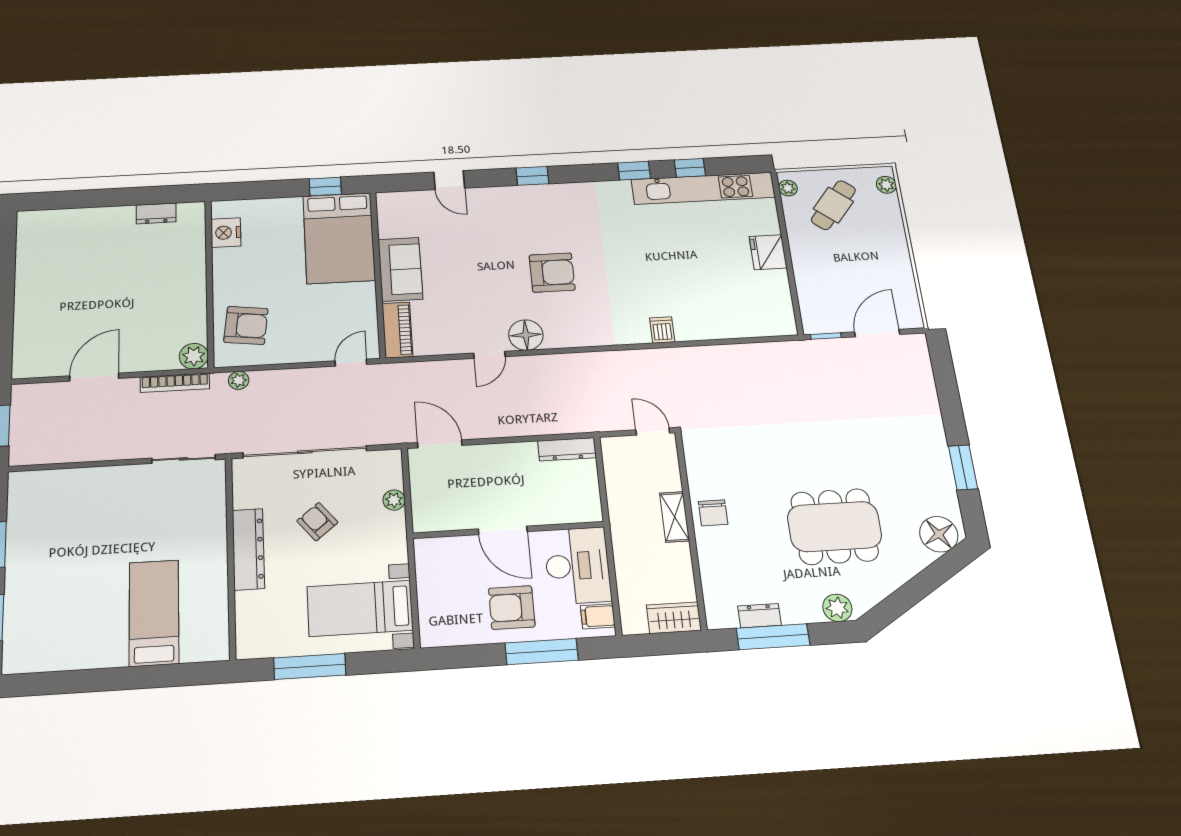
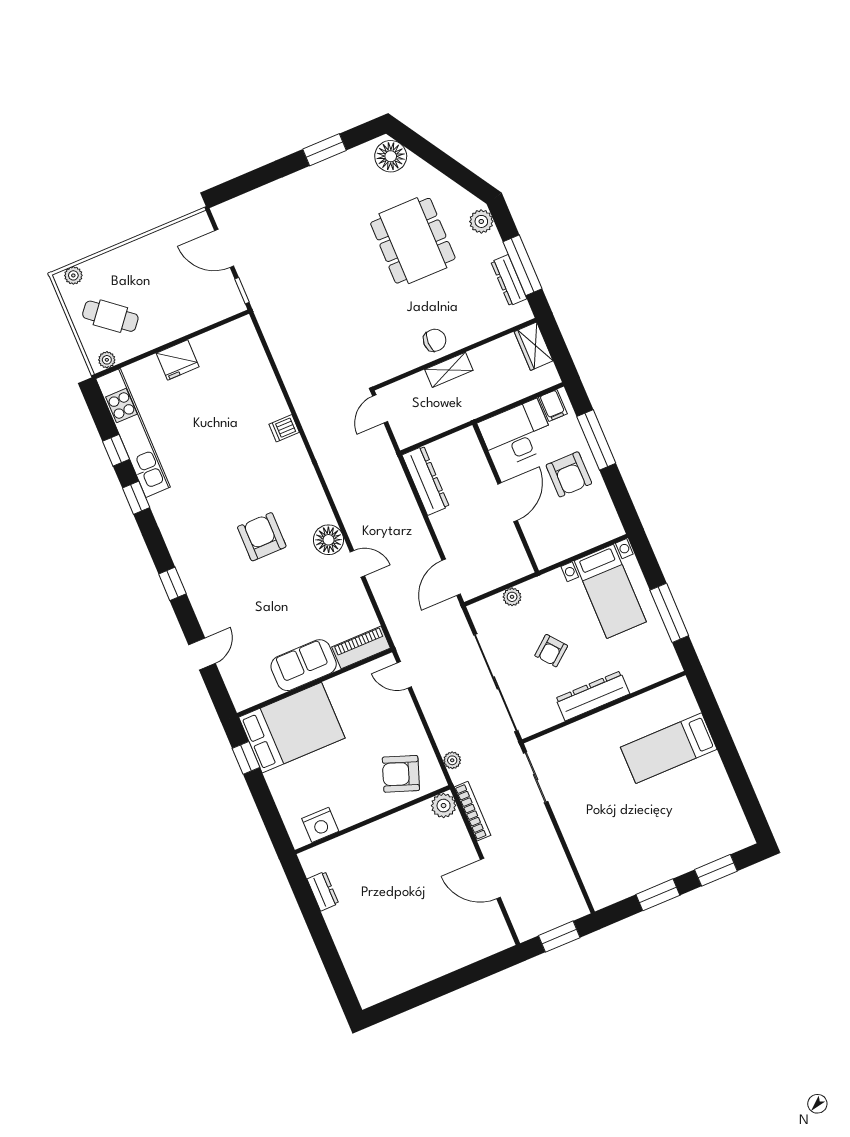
armchair: (246, 325) -> (401, 774), turned -77
dresser: (567, 449) -> (426, 481), width x1.37, depth x1.24
dresser: (760, 616) -> (509, 280), width x1.44

